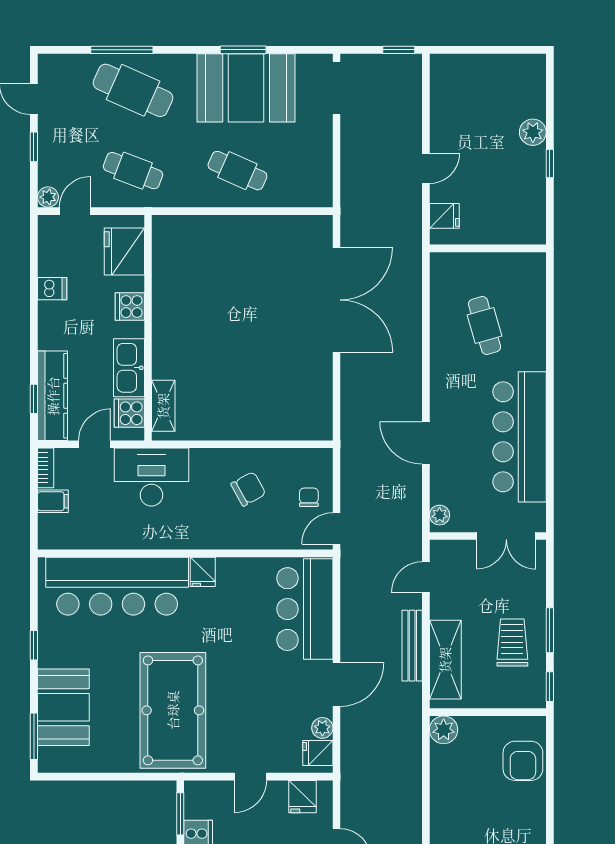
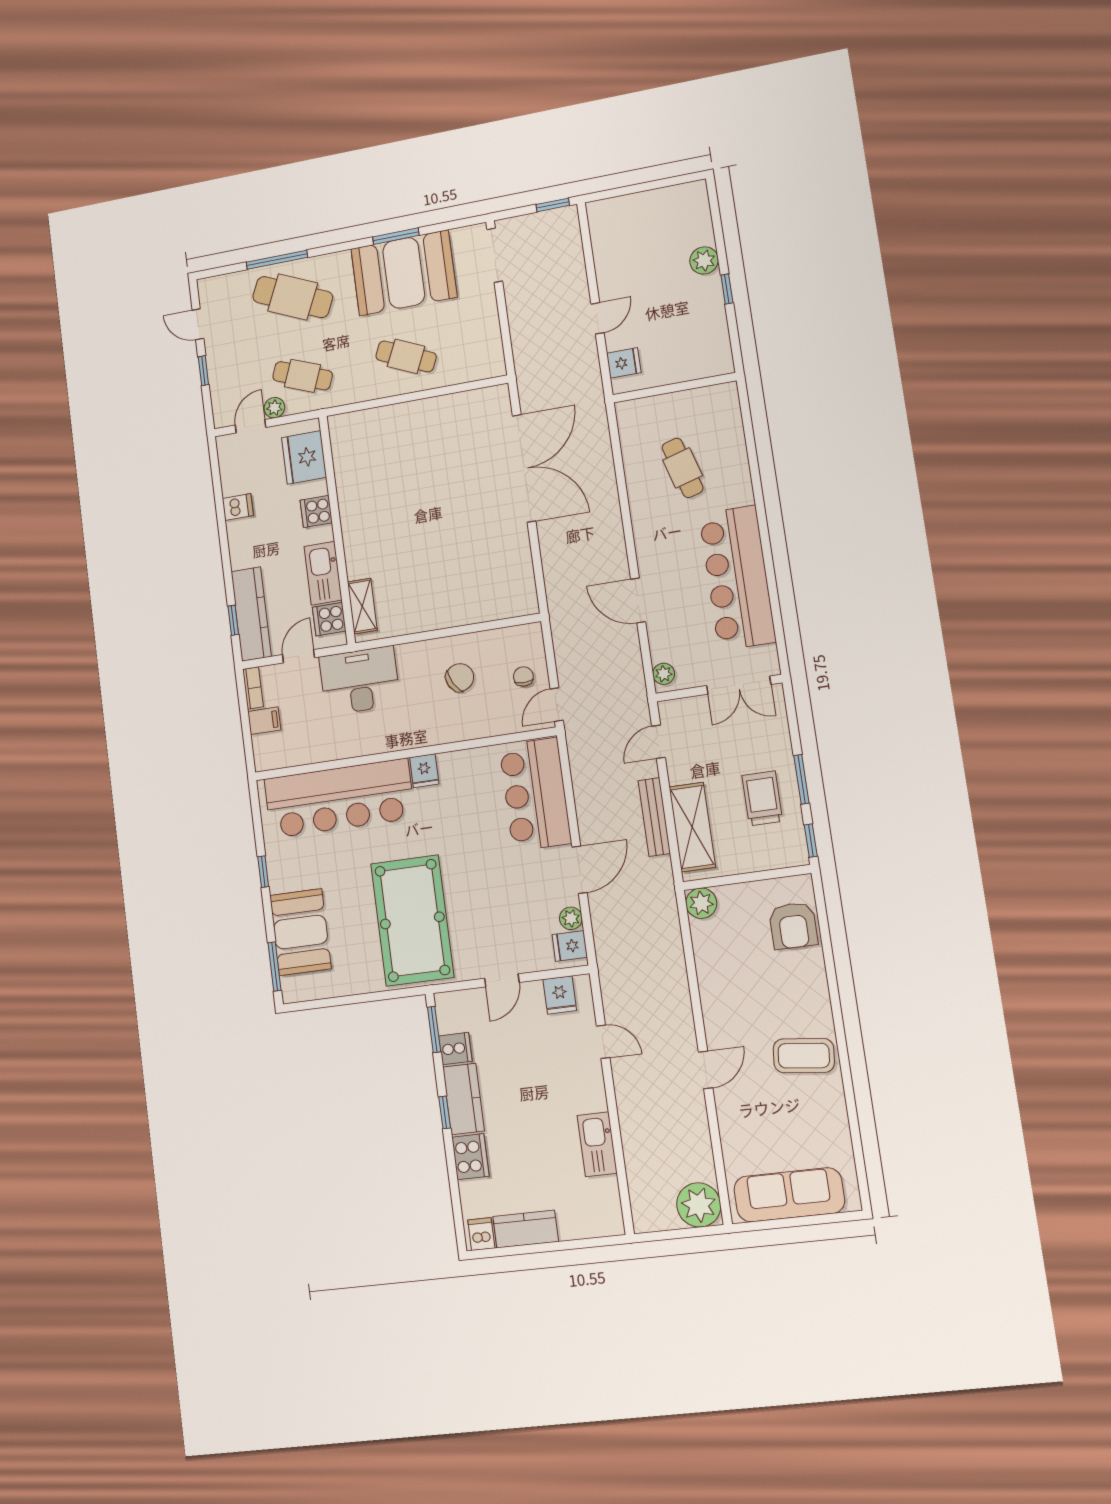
plant: (48, 197) -> (274, 408), moved

